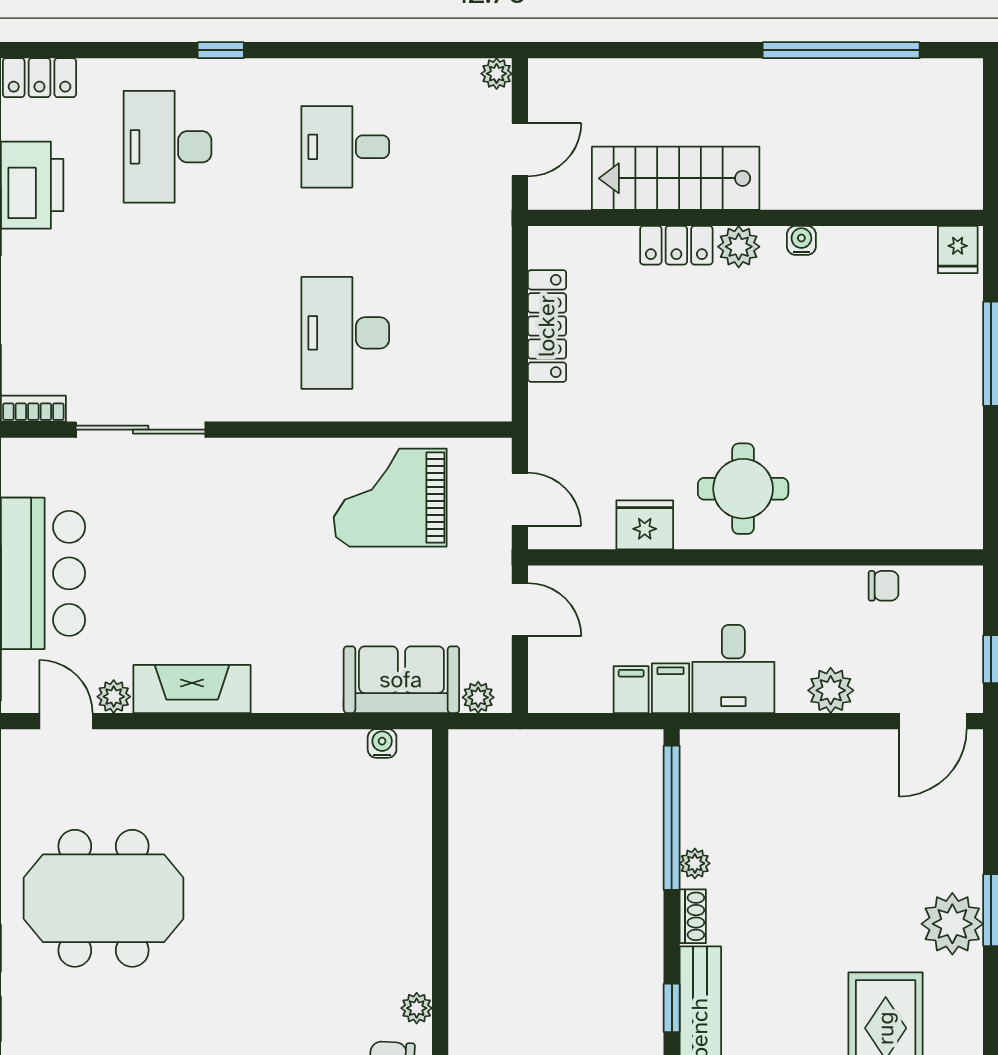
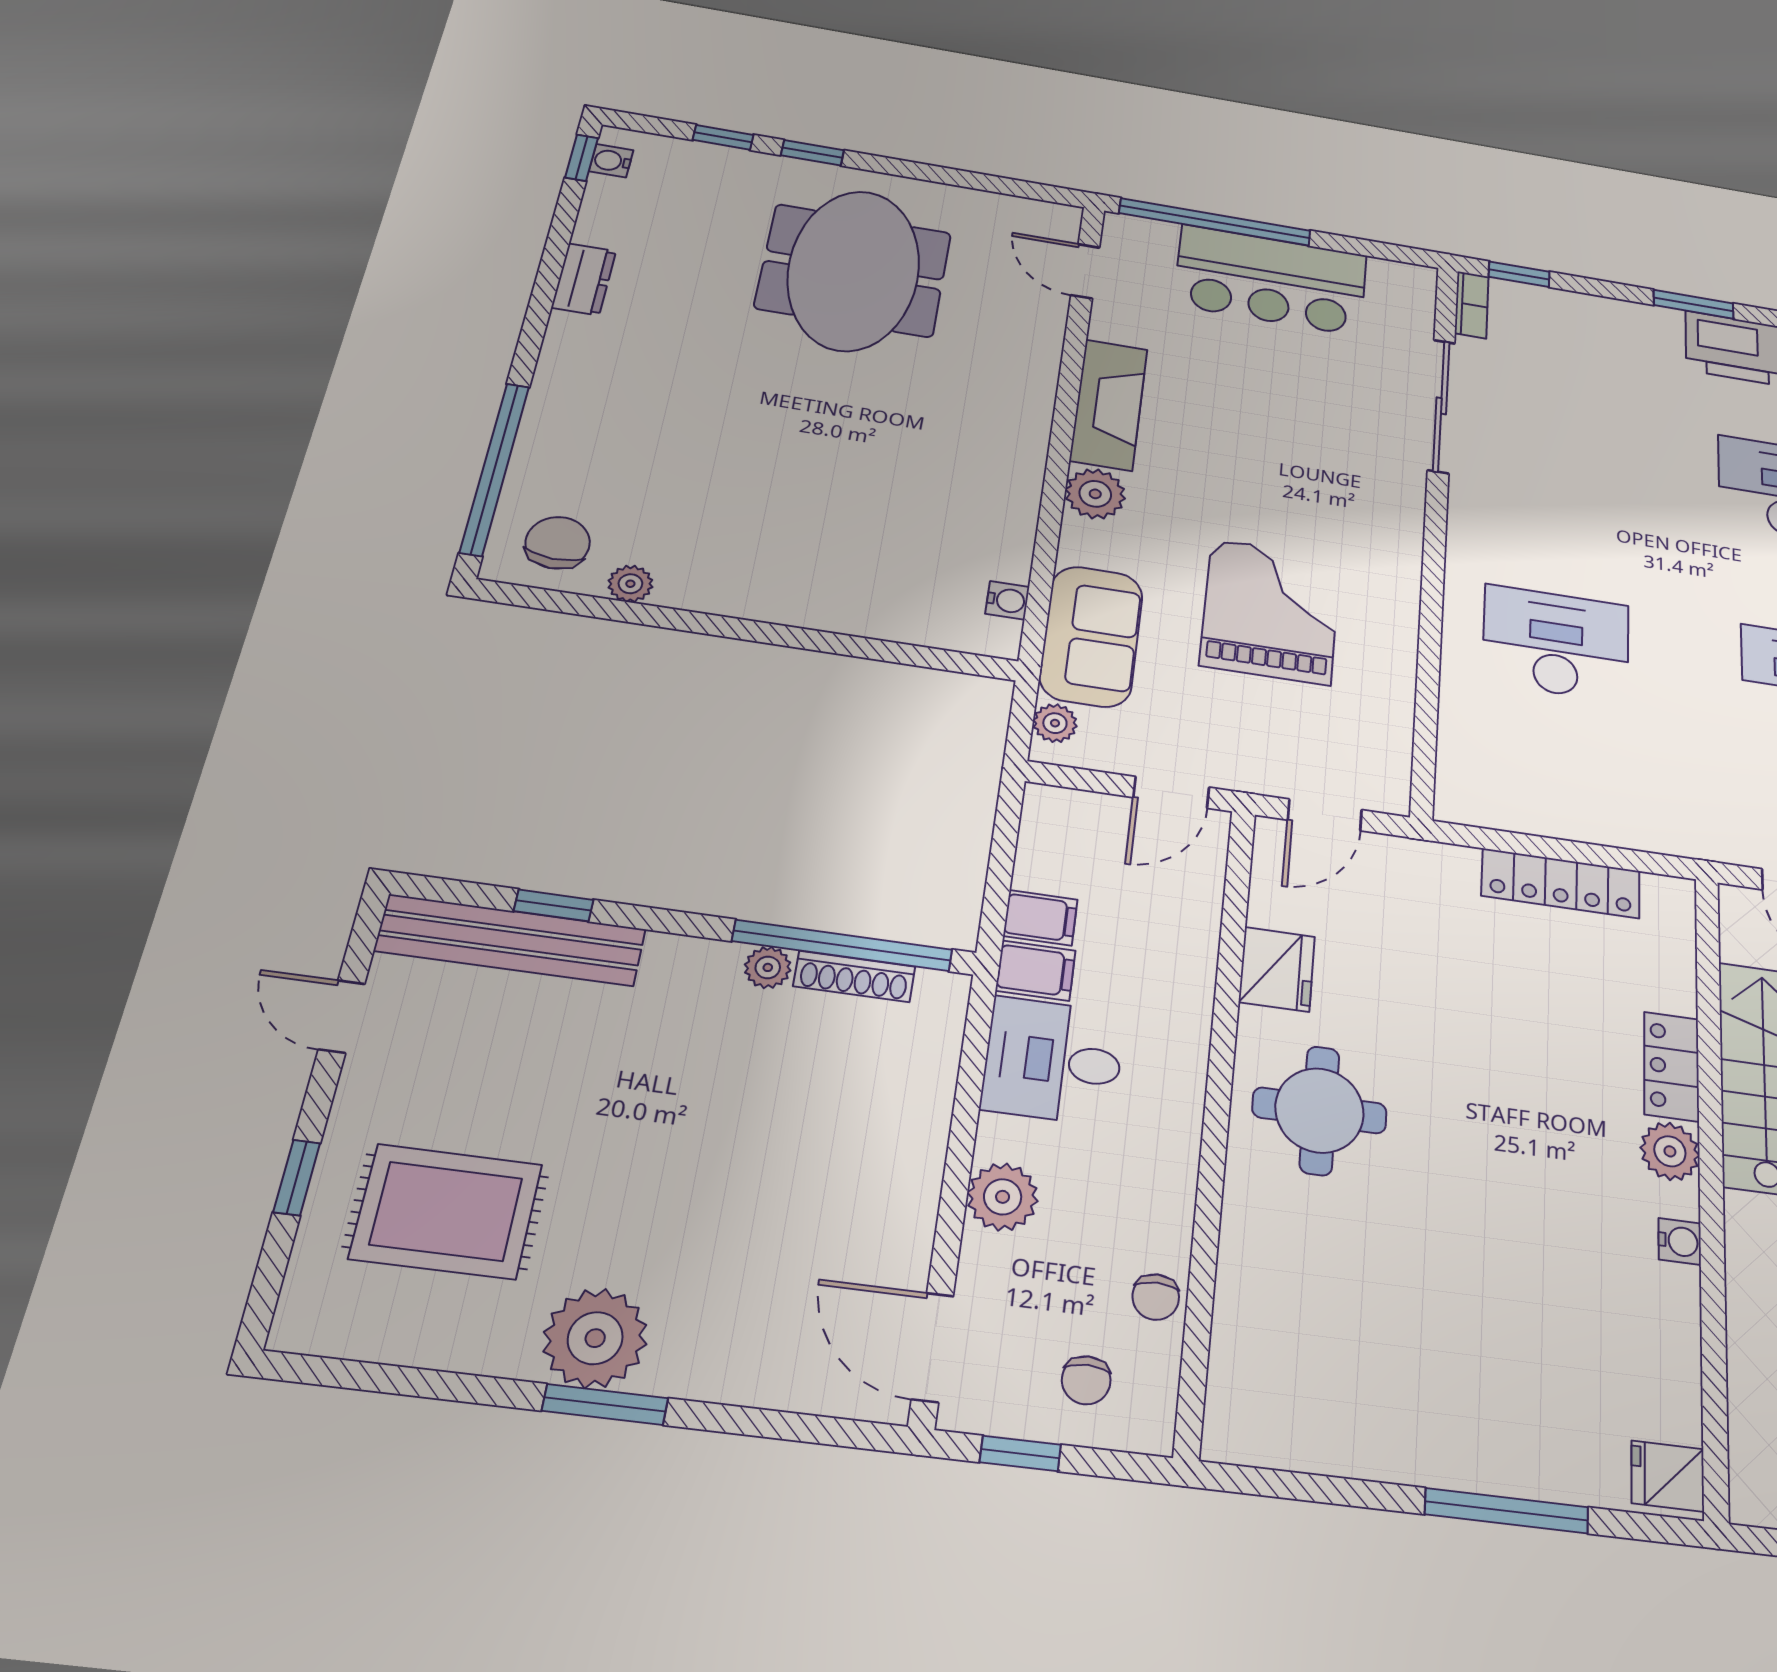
grand piano: (390, 498) -> (1271, 611), moved
chair: (942, 624) -> (1086, 1380), added
plant: (114, 697) -> (1095, 494), moved, width x1.38, depth x1.38
door: (66, 721) -> (1085, 271), swing flipped
shoe rack: (693, 916) -> (854, 976), moved, width x1.43

